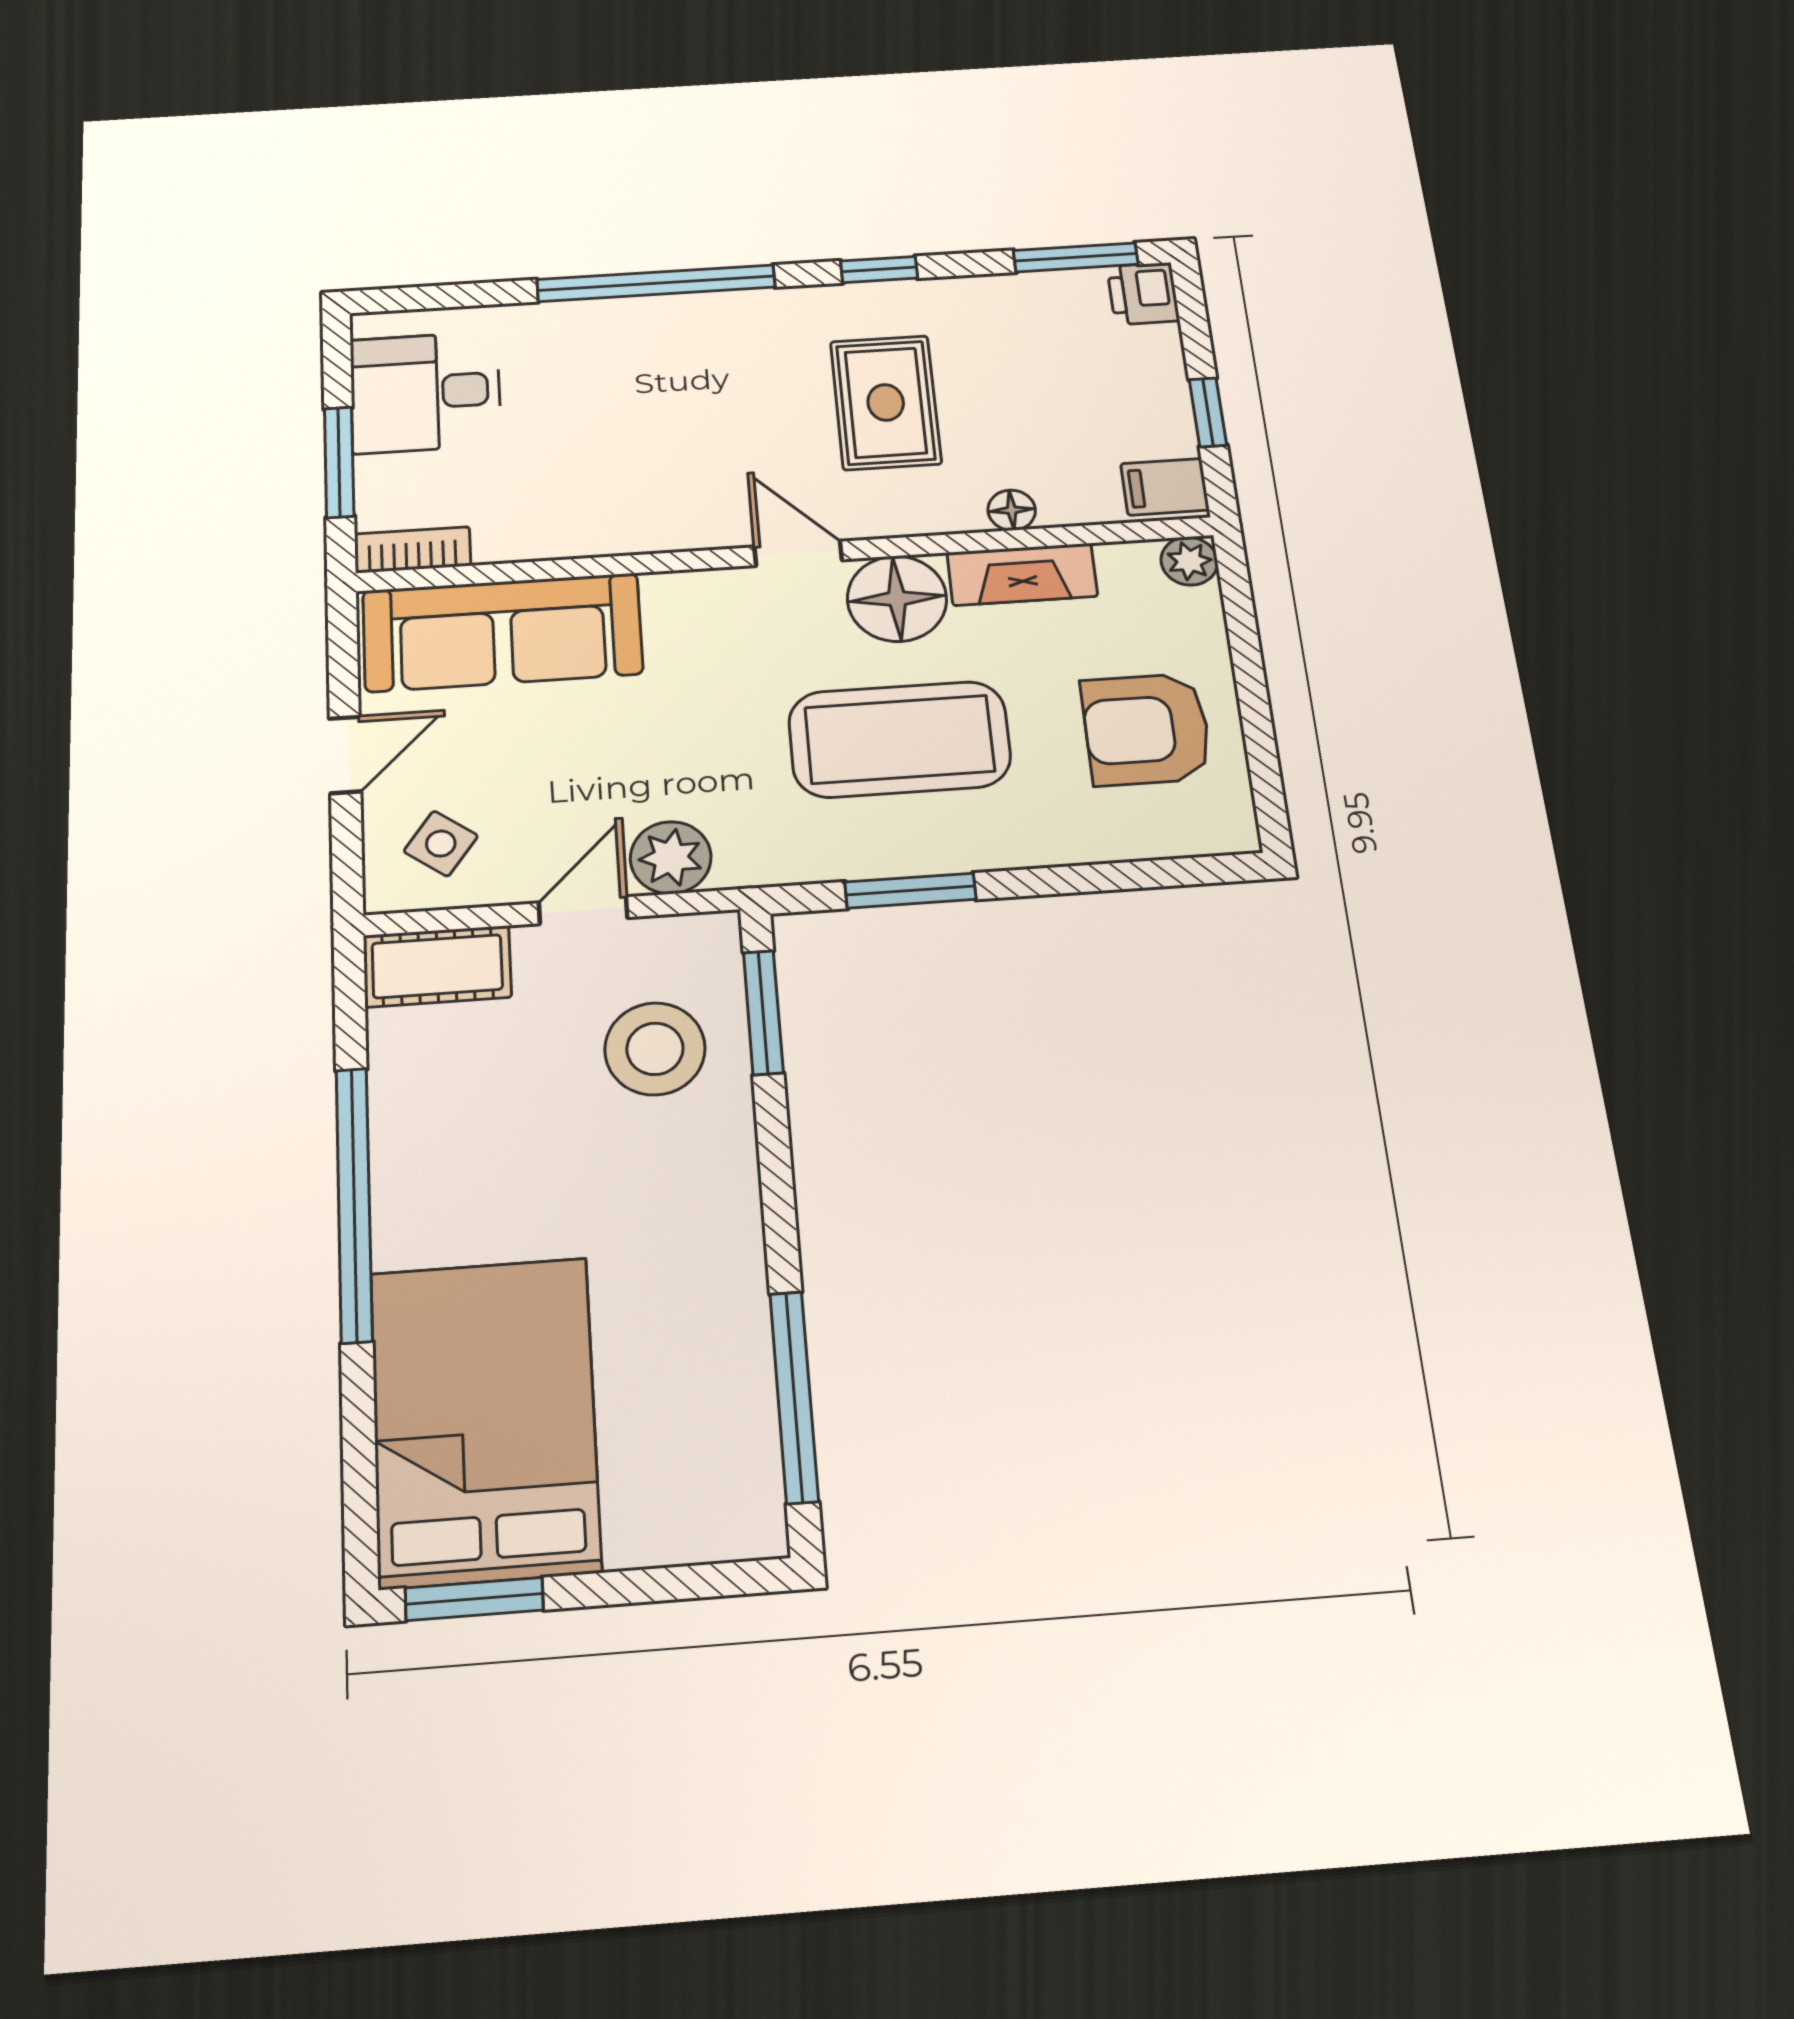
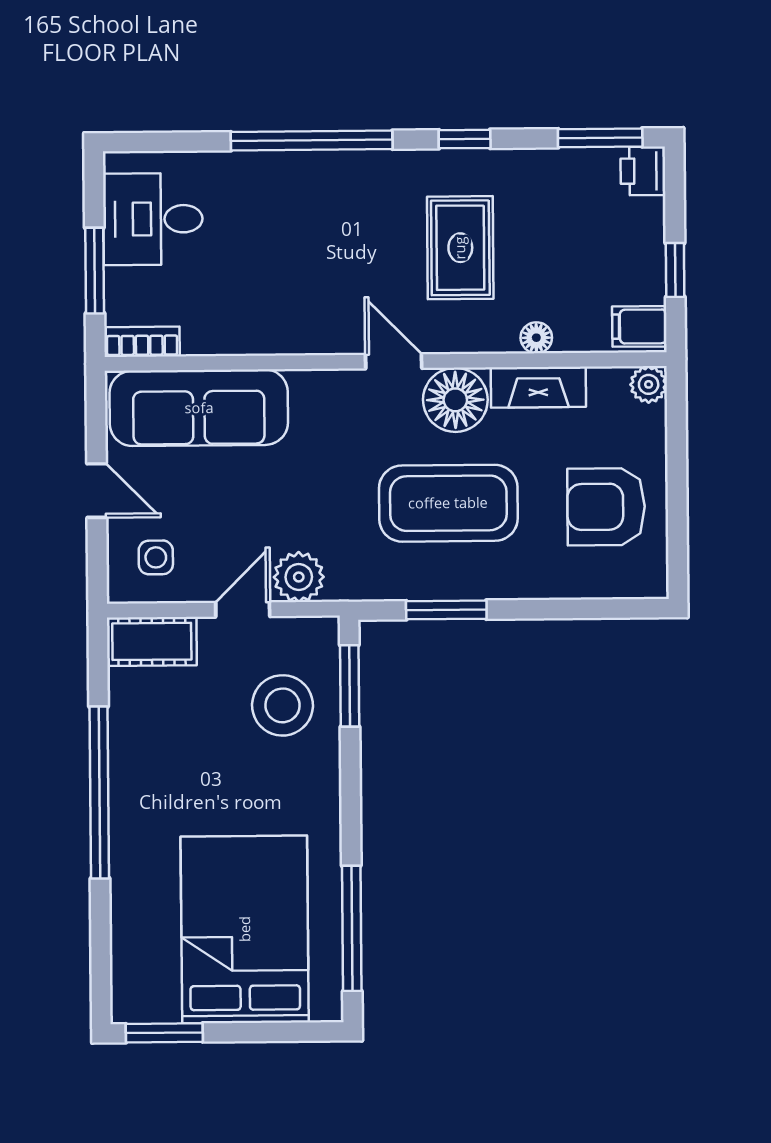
door: (345, 755) -> (97, 491), hinge flipped
side table: (441, 844) -> (156, 557), turned -36
bed: (484, 1420) -> (245, 929), moved

